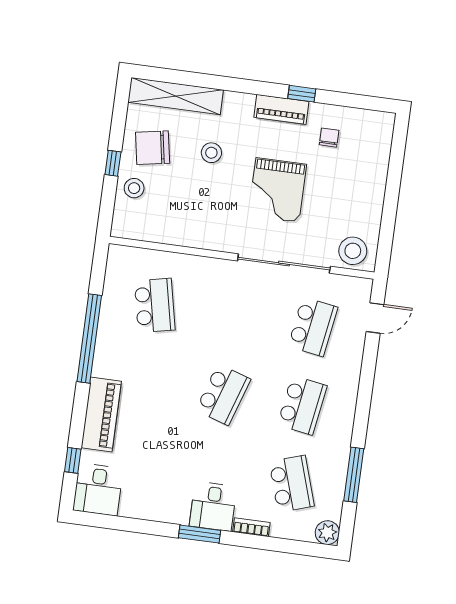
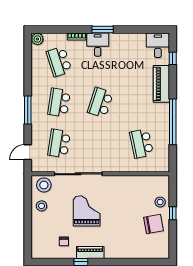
shelving: (176, 96) -> (145, 252), removed
stool: (211, 153) -> (42, 206), moved
window: (354, 475) -> (28, 110), moved

